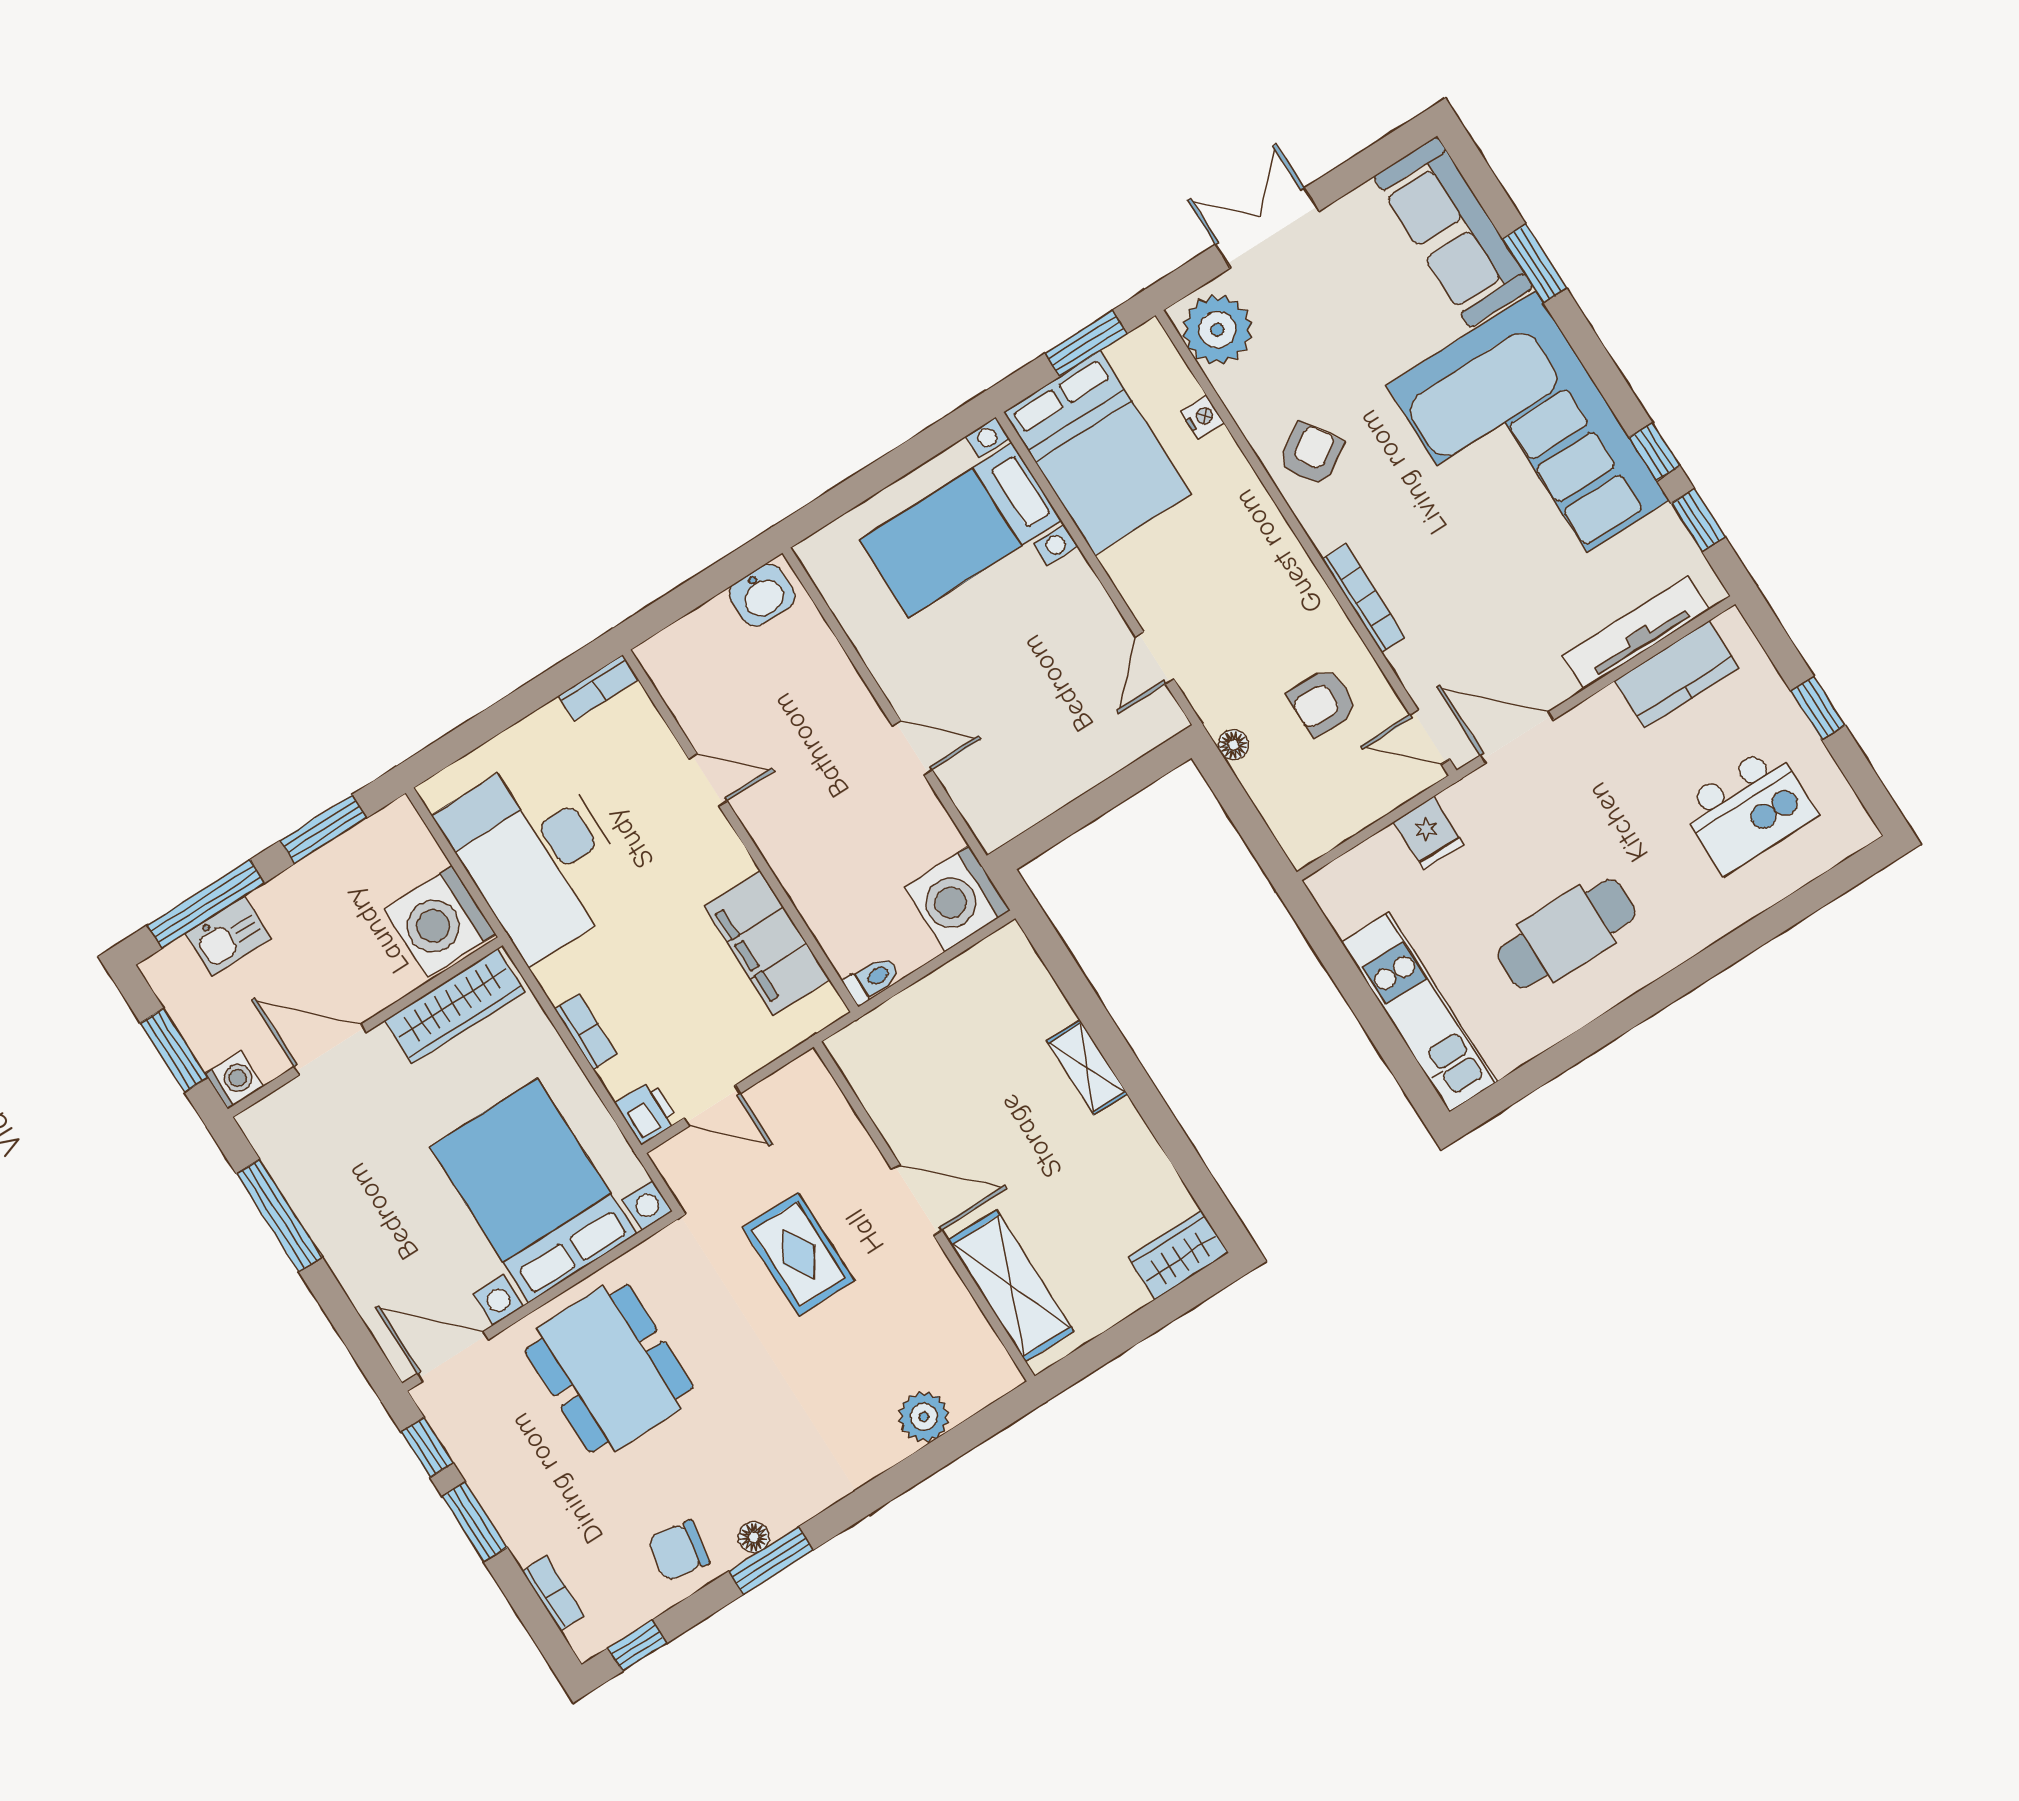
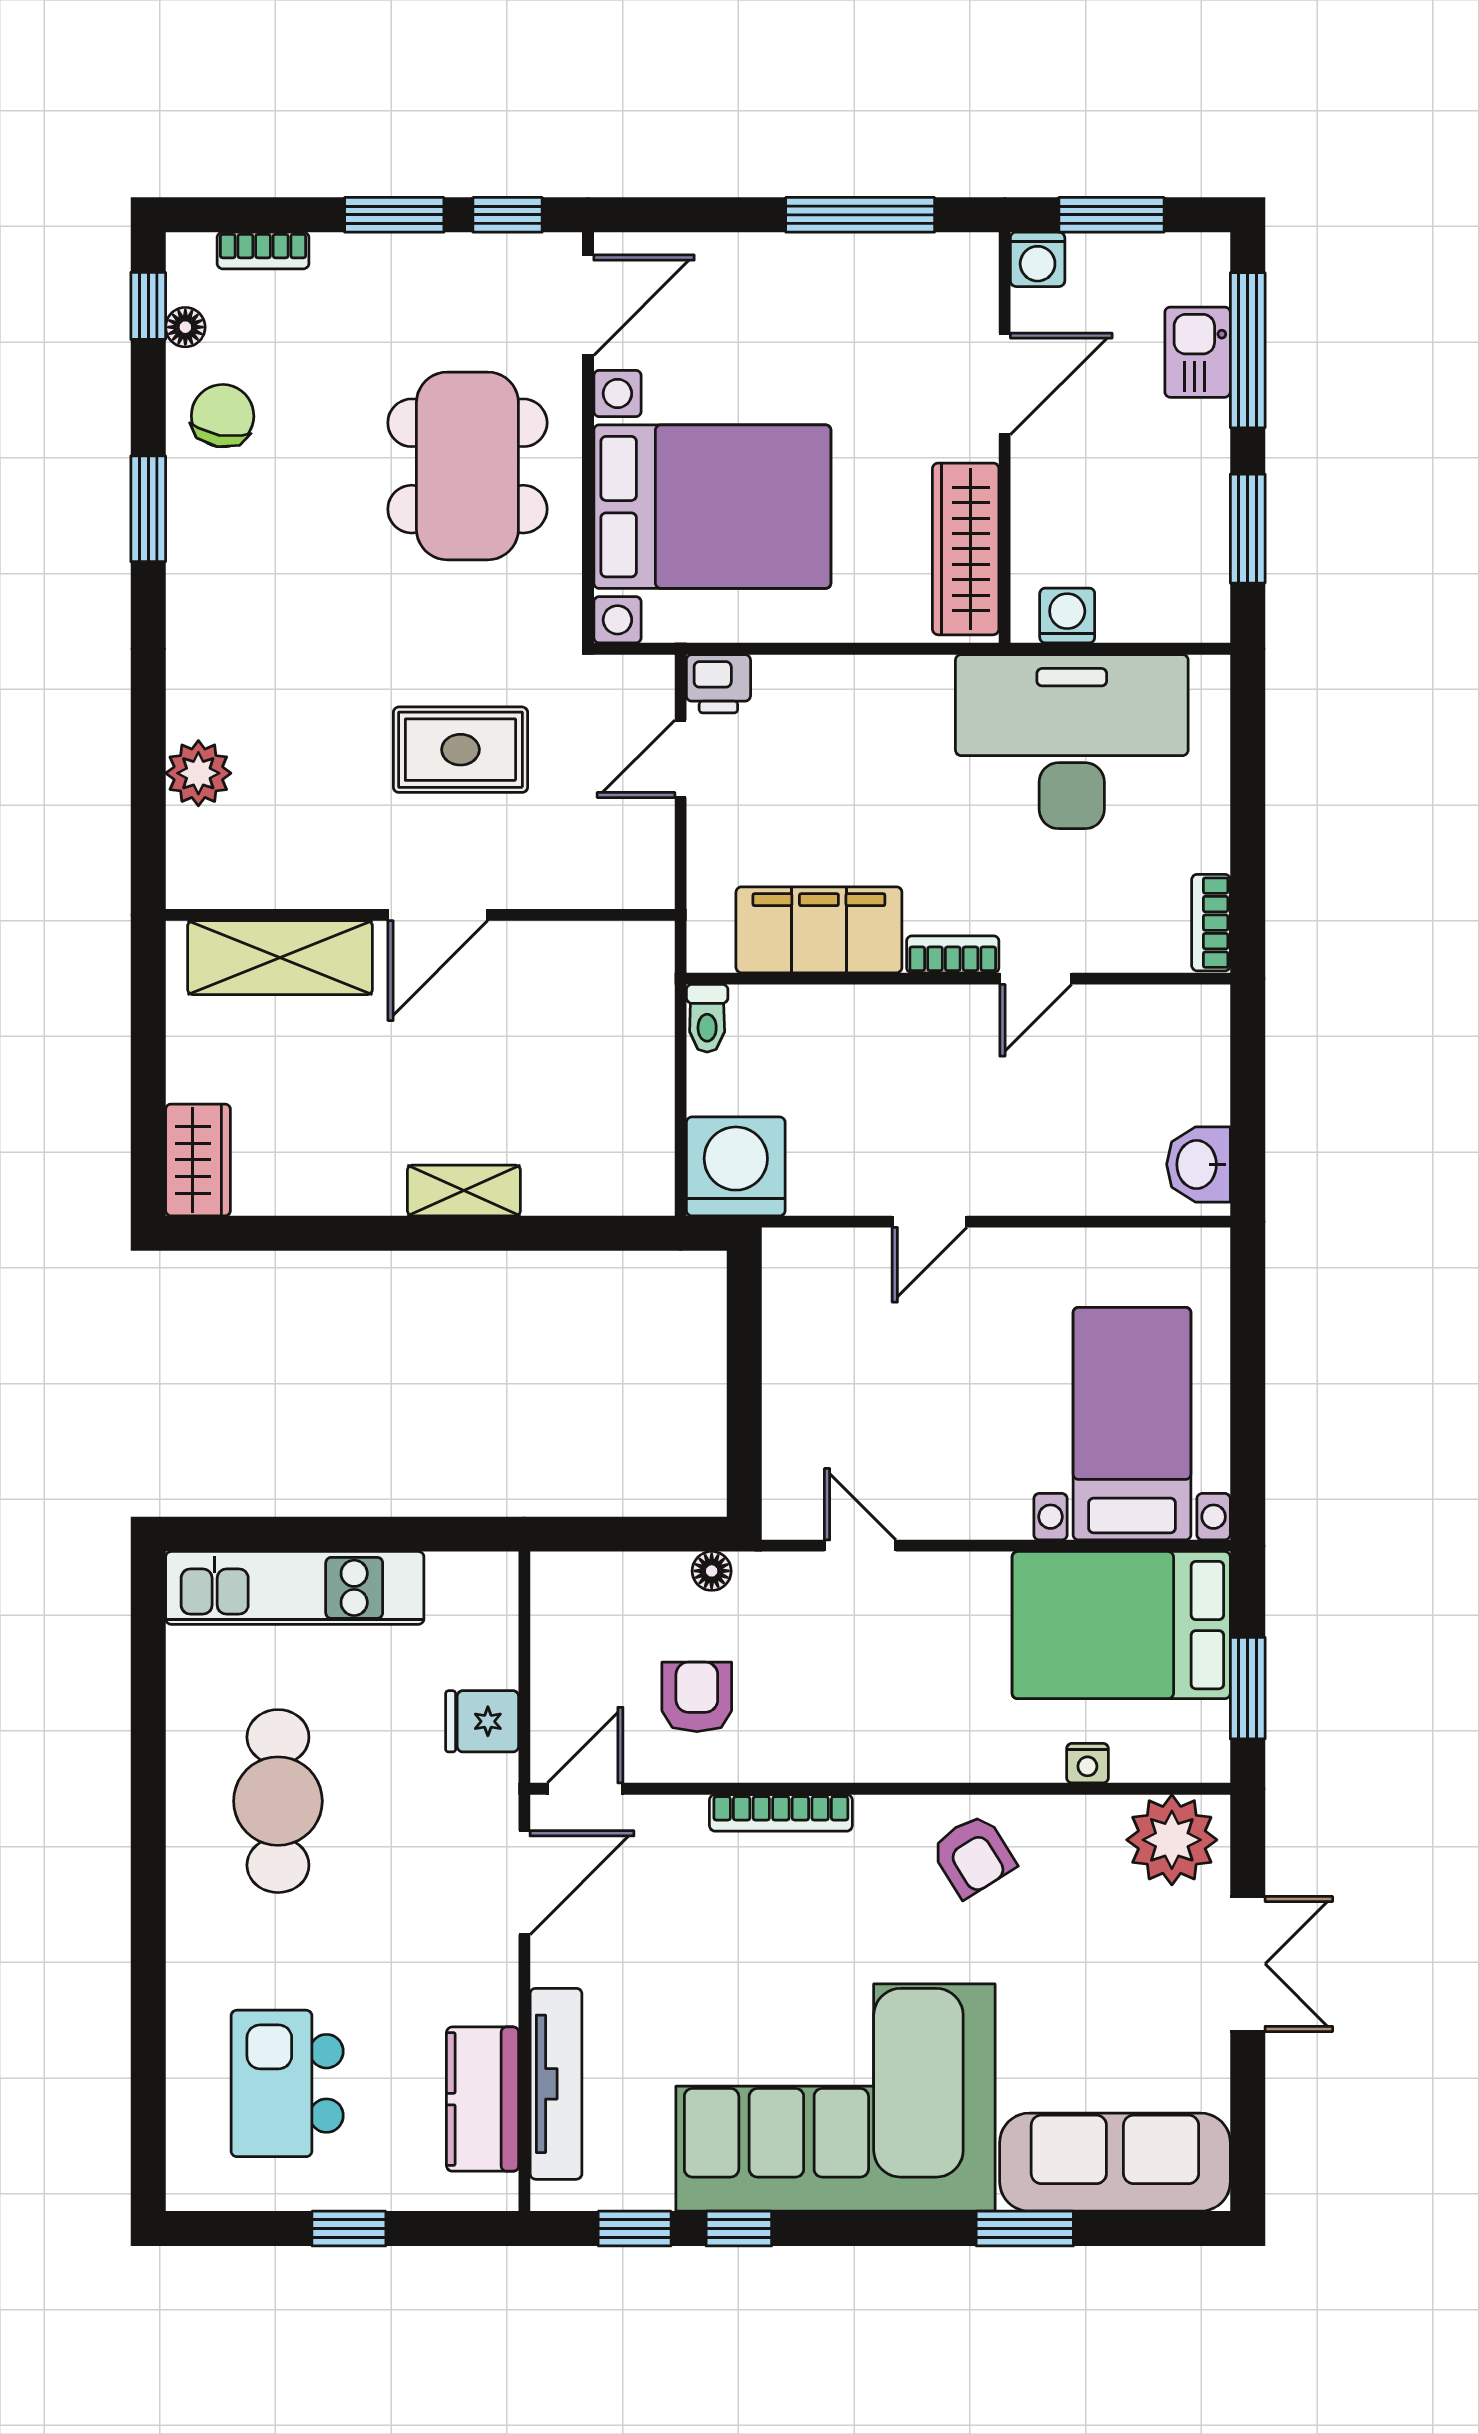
washing machine: (440, 922) -> (1067, 616), width x0.53, depth x0.53
bookcase: (586, 1032) -> (953, 954), moved, turned 180
dining table: (609, 1369) -> (467, 466), turned 90
floor lamp: (754, 1537) -> (185, 327), moved

